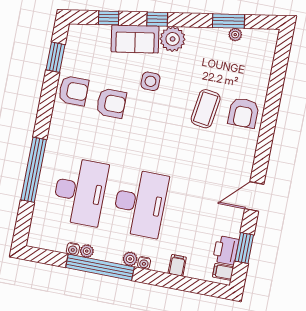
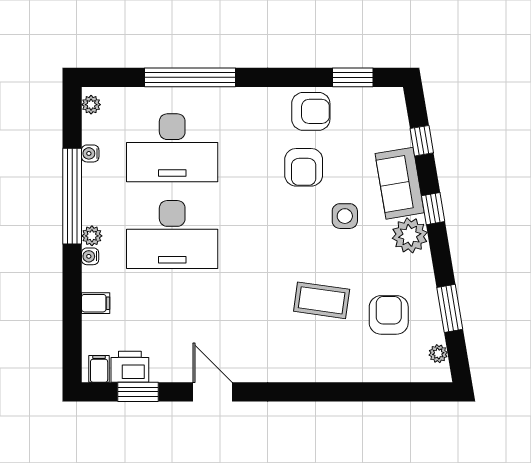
plant: (235, 35) -> (438, 354), moved
armchair: (73, 91) -> (311, 111), turned -90
armchair: (243, 113) -> (389, 315), moved, turned 90
plant: (87, 251) -> (91, 105), moved

